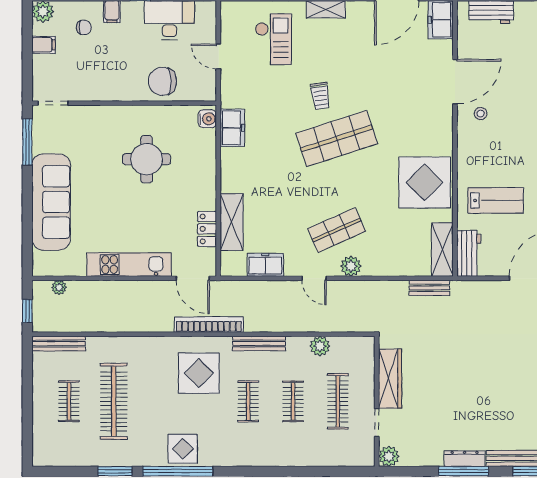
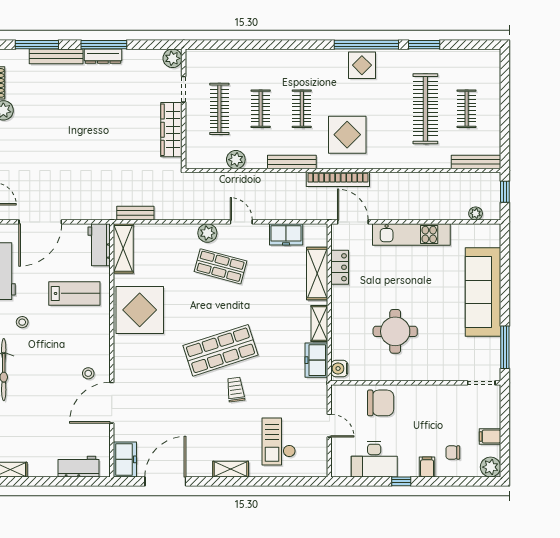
shelving: (229, 168) -> (319, 323), added
lab bench: (496, 200) -> (74, 293), turned 180
shop shelf: (337, 230) -> (221, 266), turned 39

